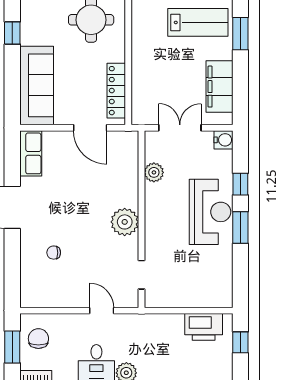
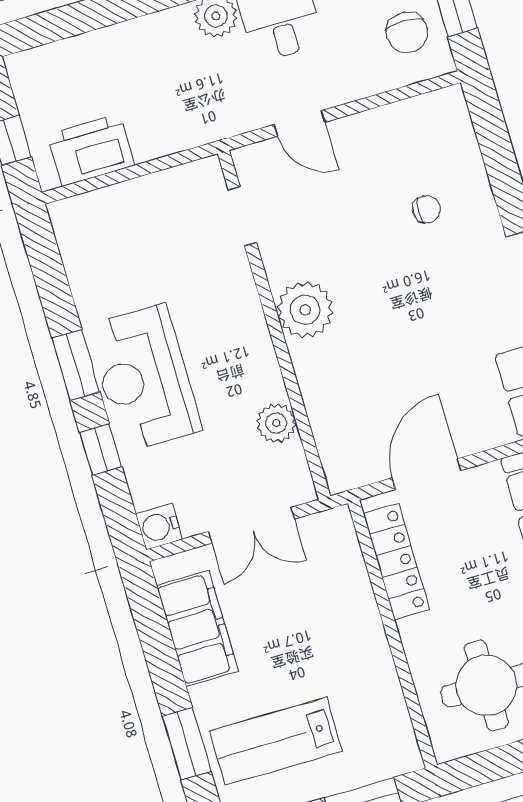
door: (90, 128) -> (427, 474), hinge flipped

